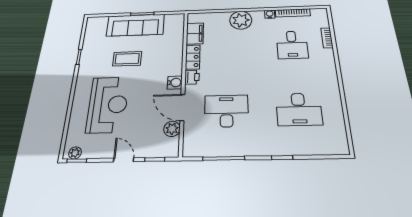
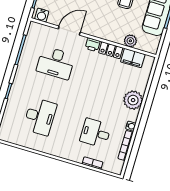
water cooler: (175, 83) -> (42, 15), moved
desk: (299, 109) -> (40, 117), turned 180
desk: (226, 111) -> (56, 63), turned 90
plant: (172, 129) -> (130, 41), moved

